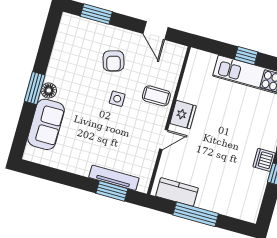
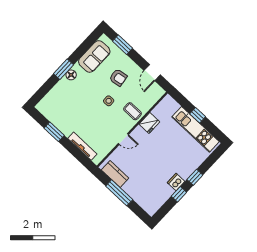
armchair: (113, 61) -> (118, 78), turned -83
fridge: (183, 115) -> (149, 123), moved
sofa: (46, 124) -> (94, 56), moved
window: (112, 191) -> (54, 132), moved

